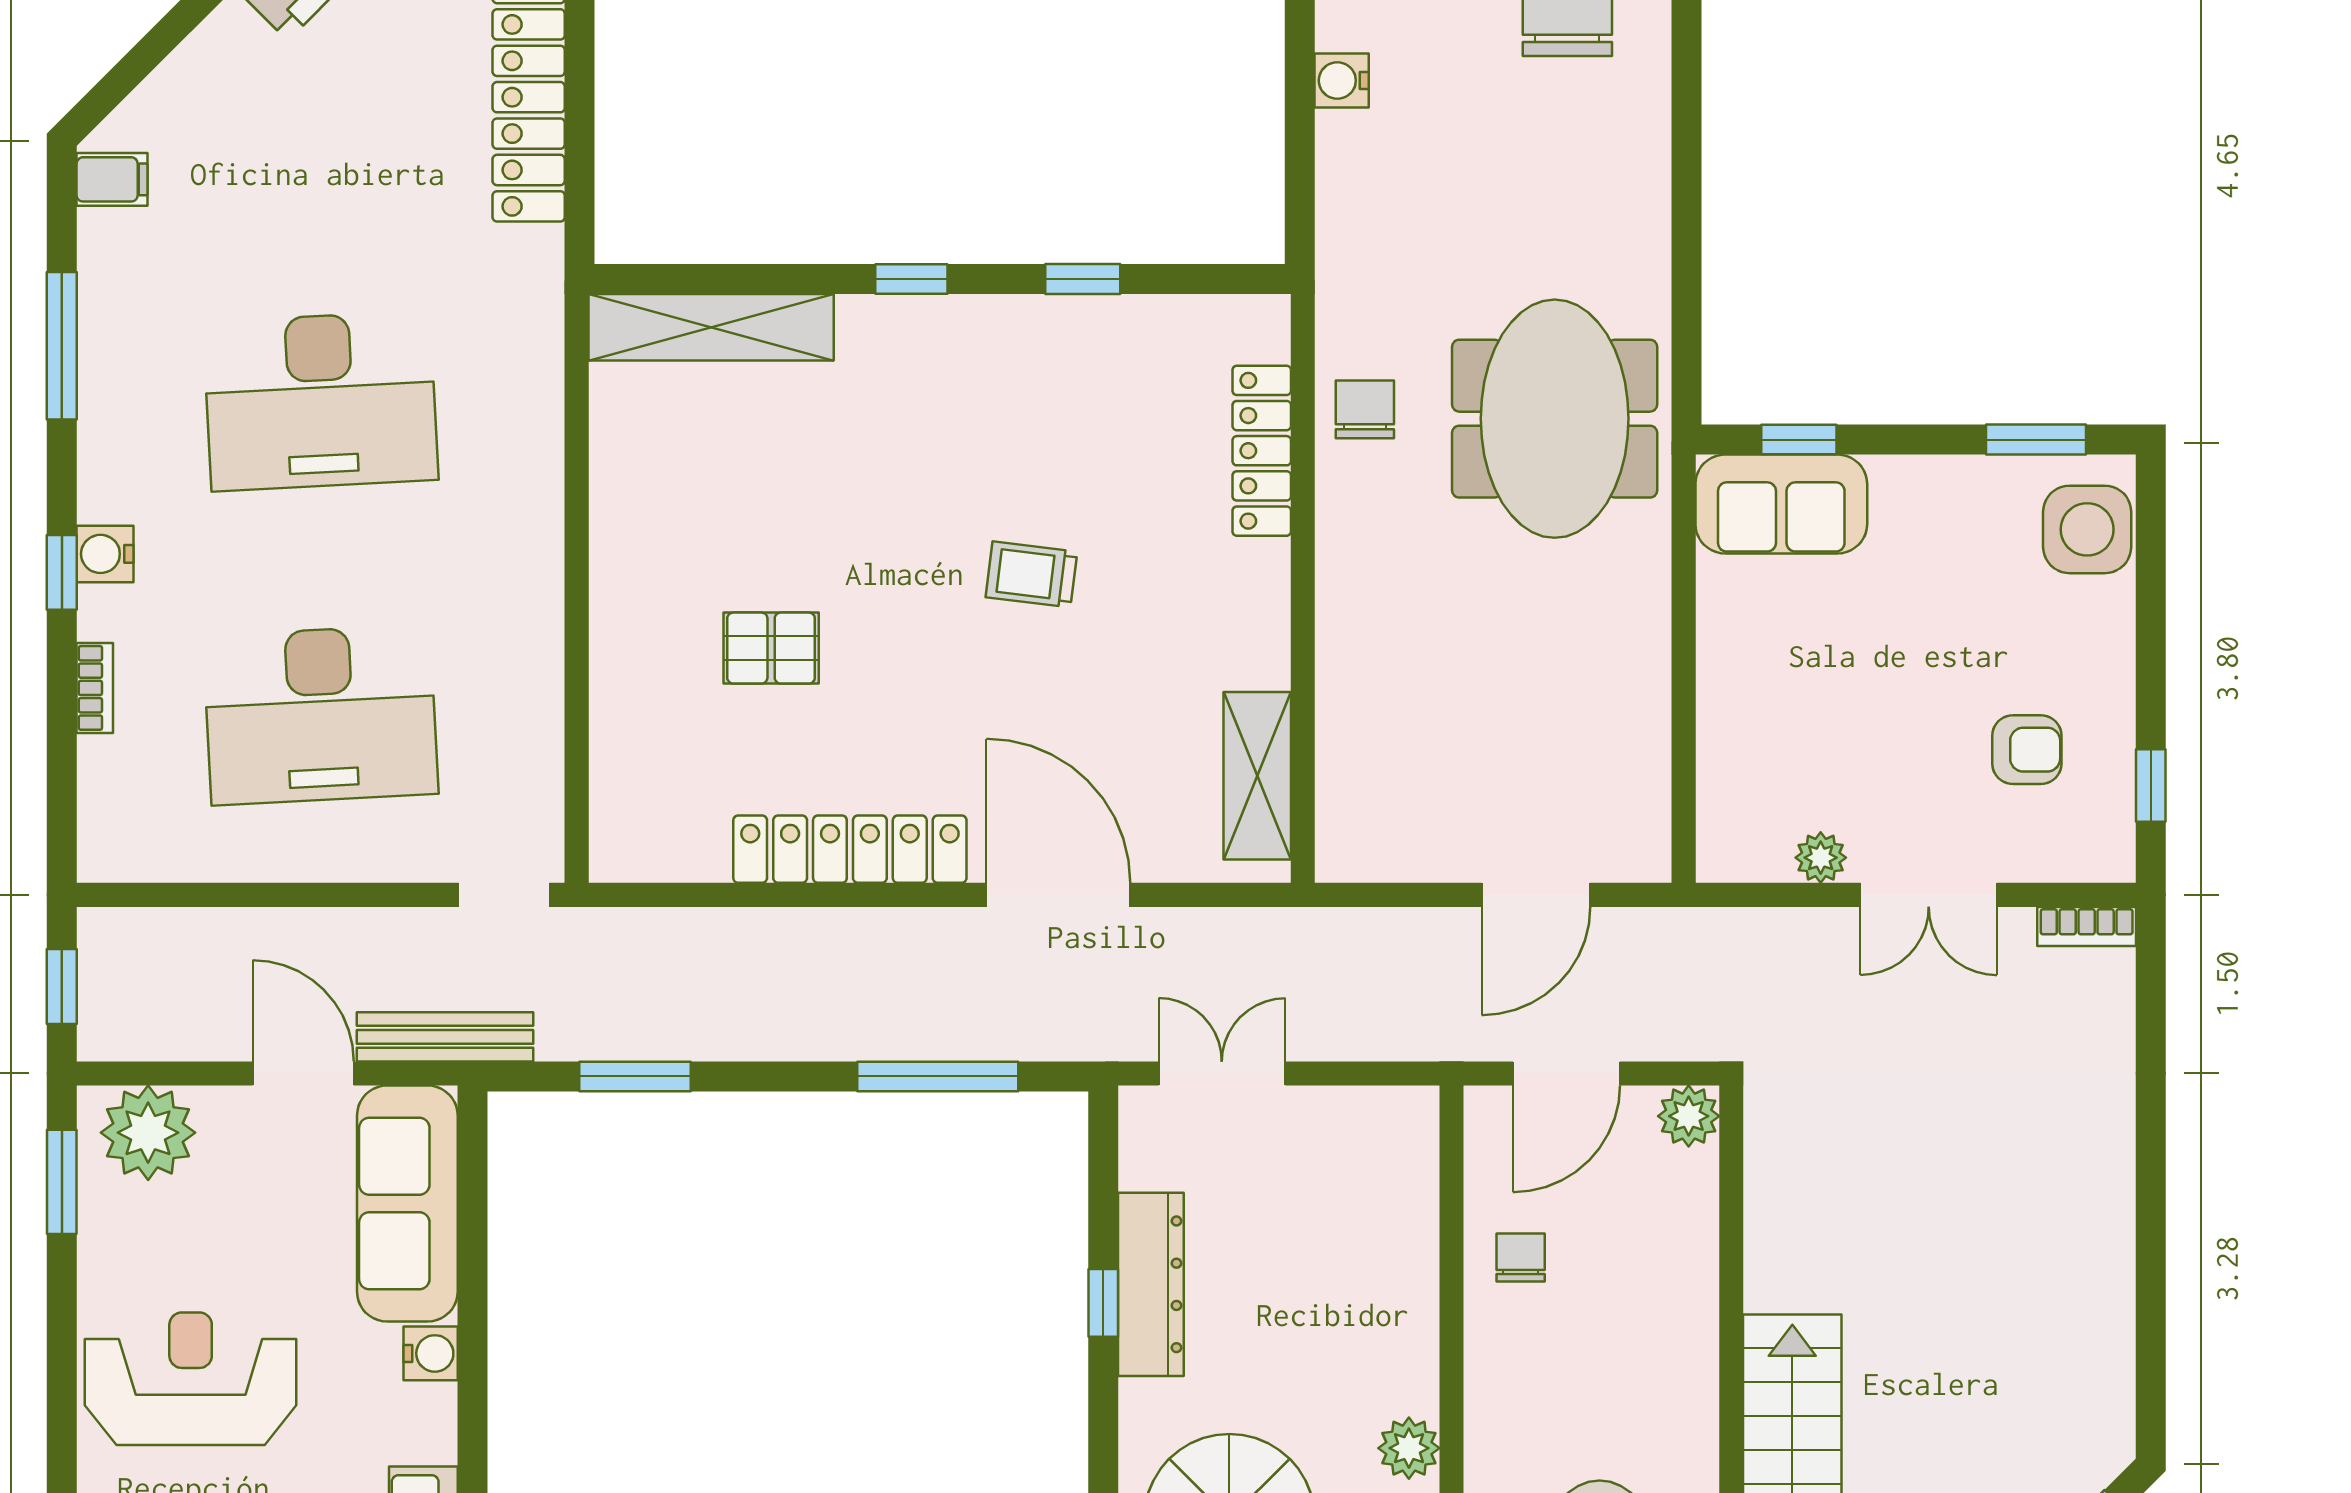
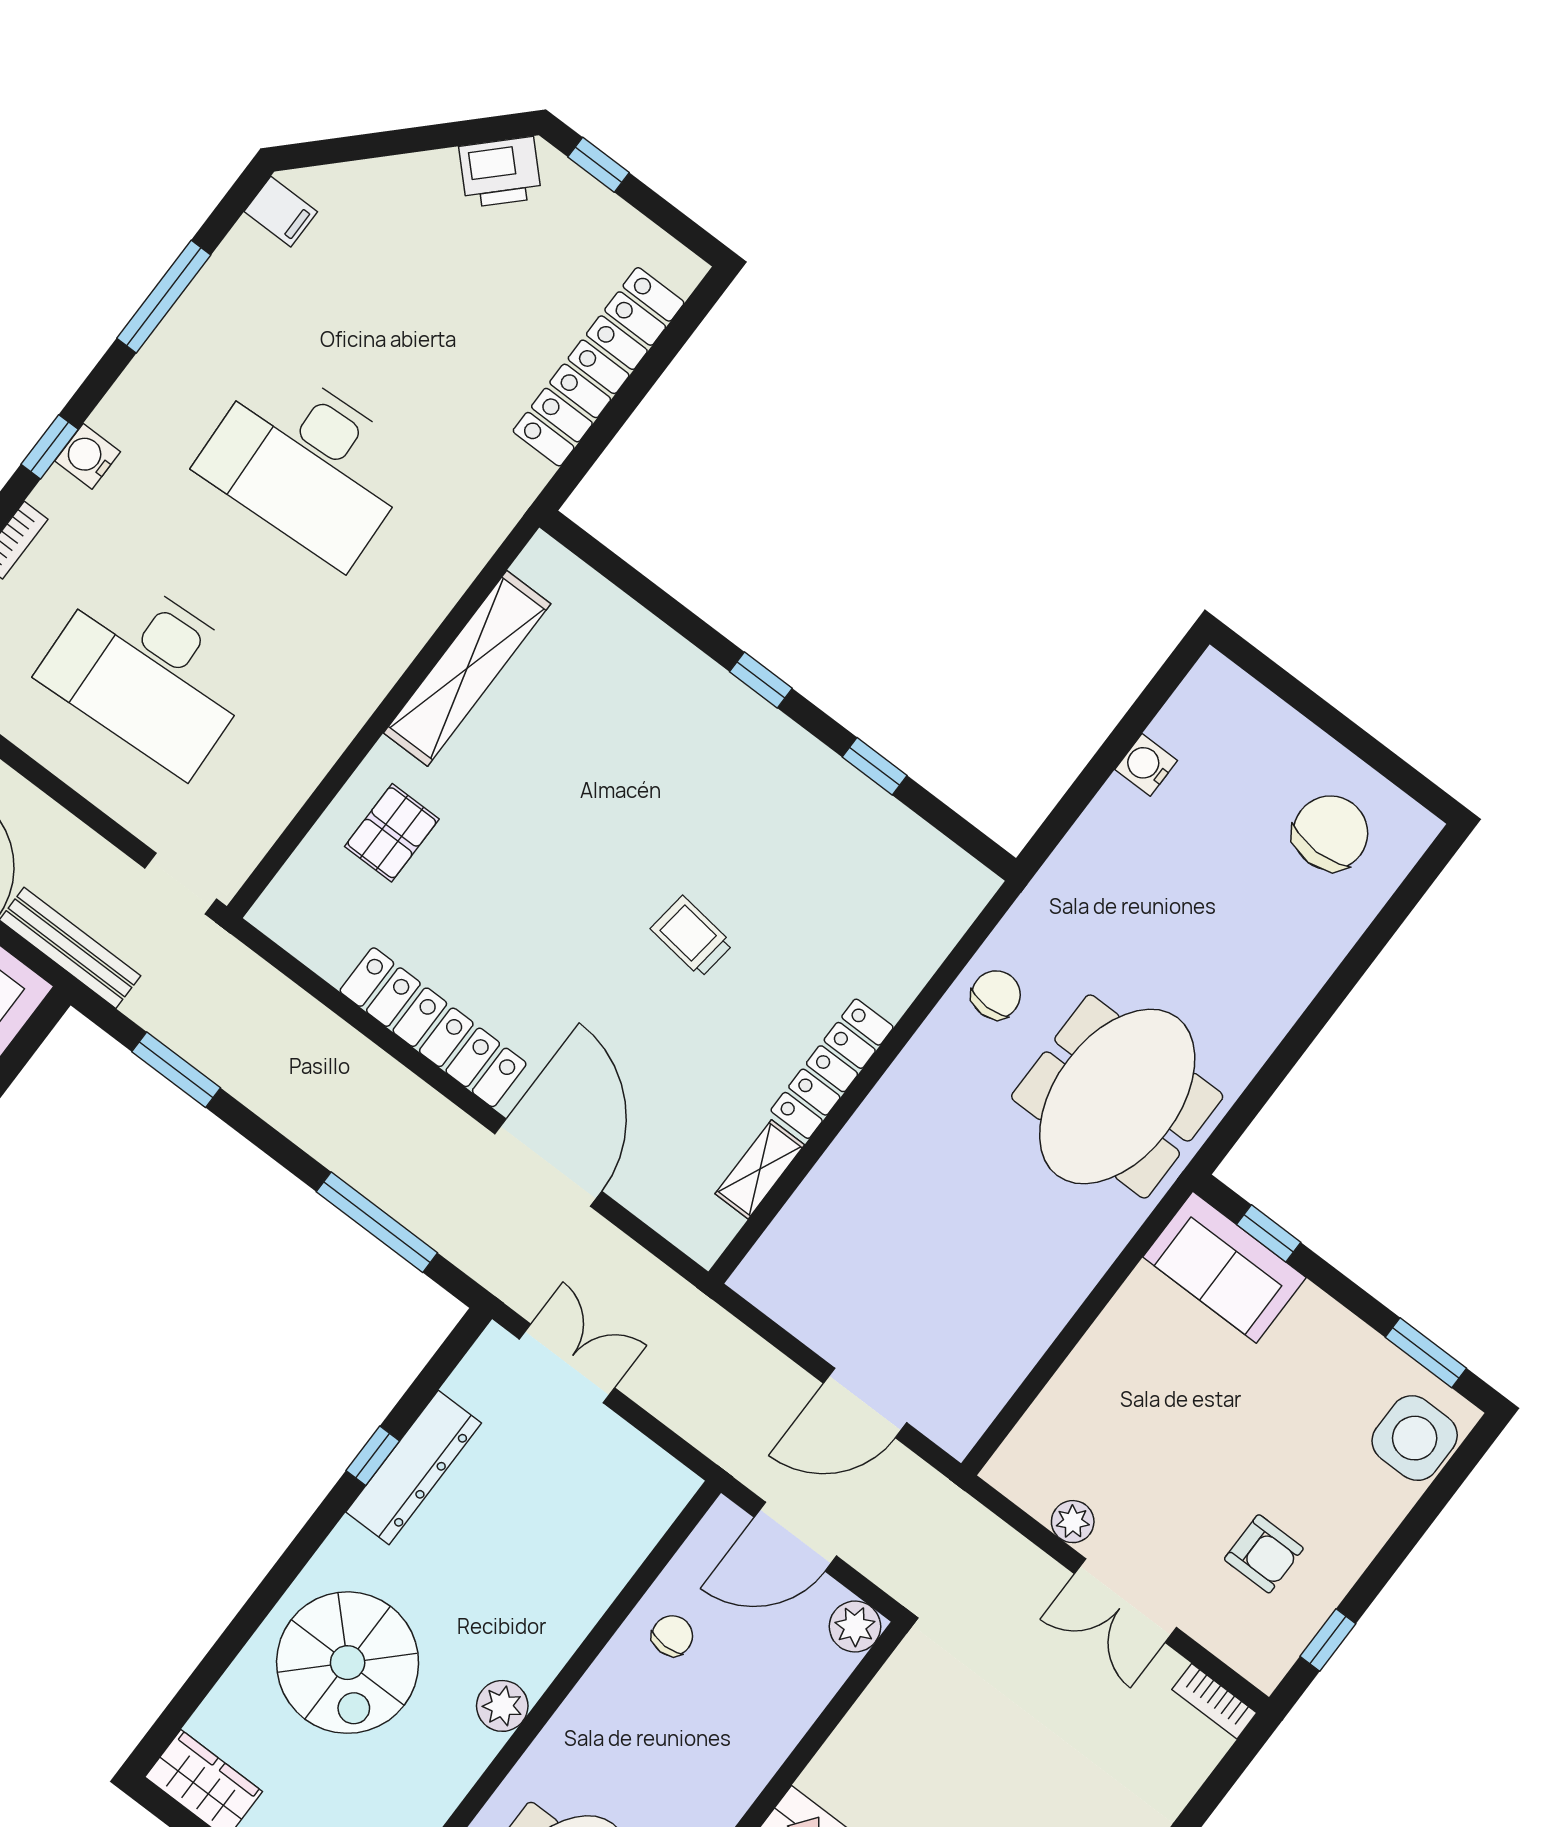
shelving: (711, 327) -> (467, 668), moved, turned 90
locker: (1262, 451) -> (832, 1069), moved
pallet: (771, 648) -> (392, 833), moved, turned 90
shelving: (1257, 776) -> (760, 1169), width x0.67, depth x0.75

